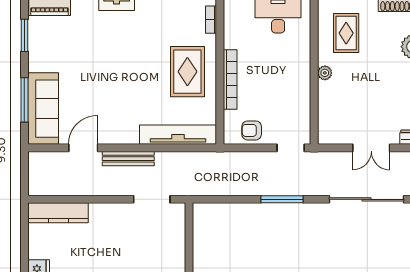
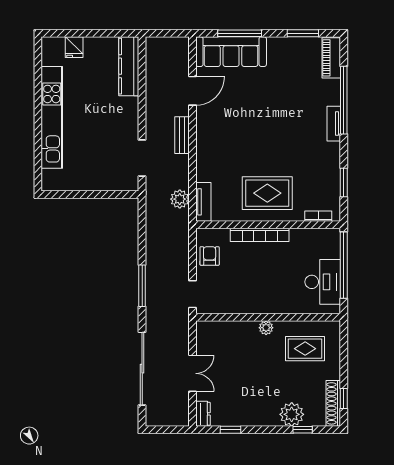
tv unit: (178, 135) -> (203, 202), width x0.52, depth x0.78
door: (83, 148) -> (192, 91), hinge flipped
double door: (371, 148) -> (192, 373), swing flipped
bench: (128, 159) -> (182, 135), width x0.73
plant: (194, 161) -> (180, 199), added

